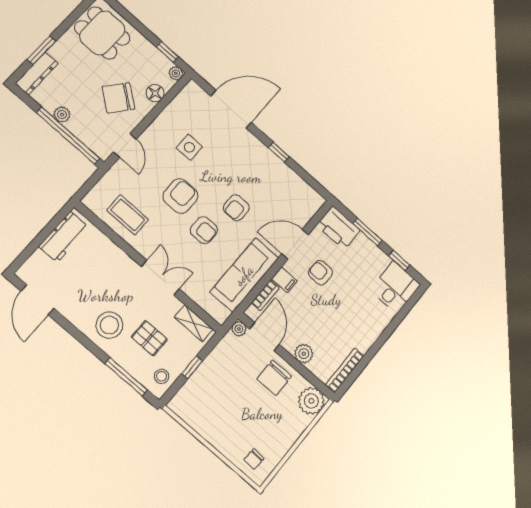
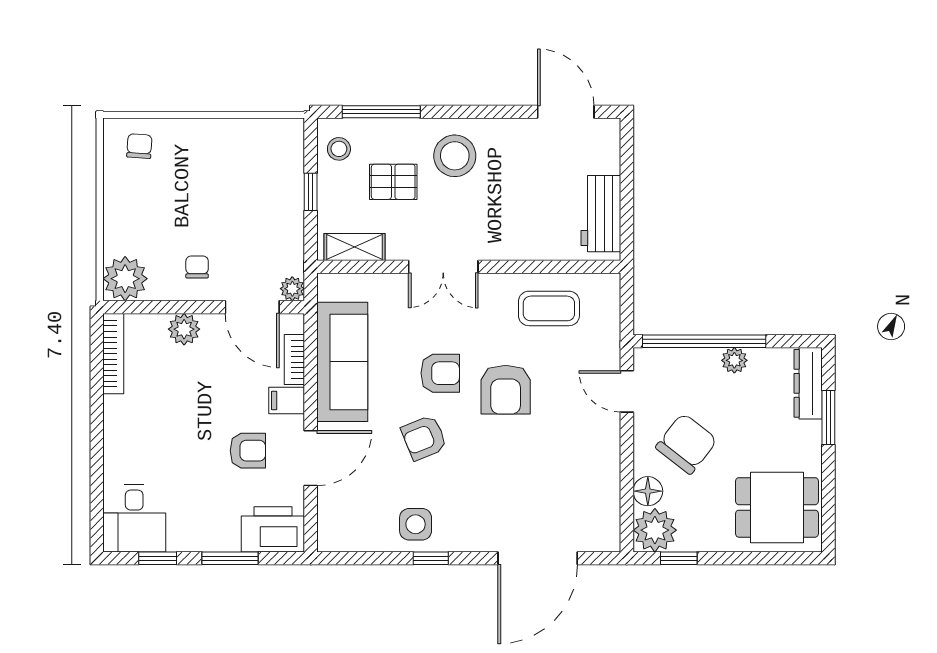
plant: (176, 73) -> (655, 530), width x1.88, depth x1.88
side table: (189, 147) -> (416, 524), moved
armchair: (236, 208) -> (424, 438), turned -112
armchair: (204, 230) -> (440, 373), turned 180
chair: (274, 378) -> (197, 267), width x0.54, depth x0.54

